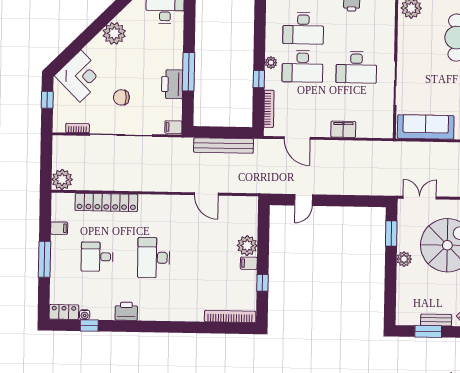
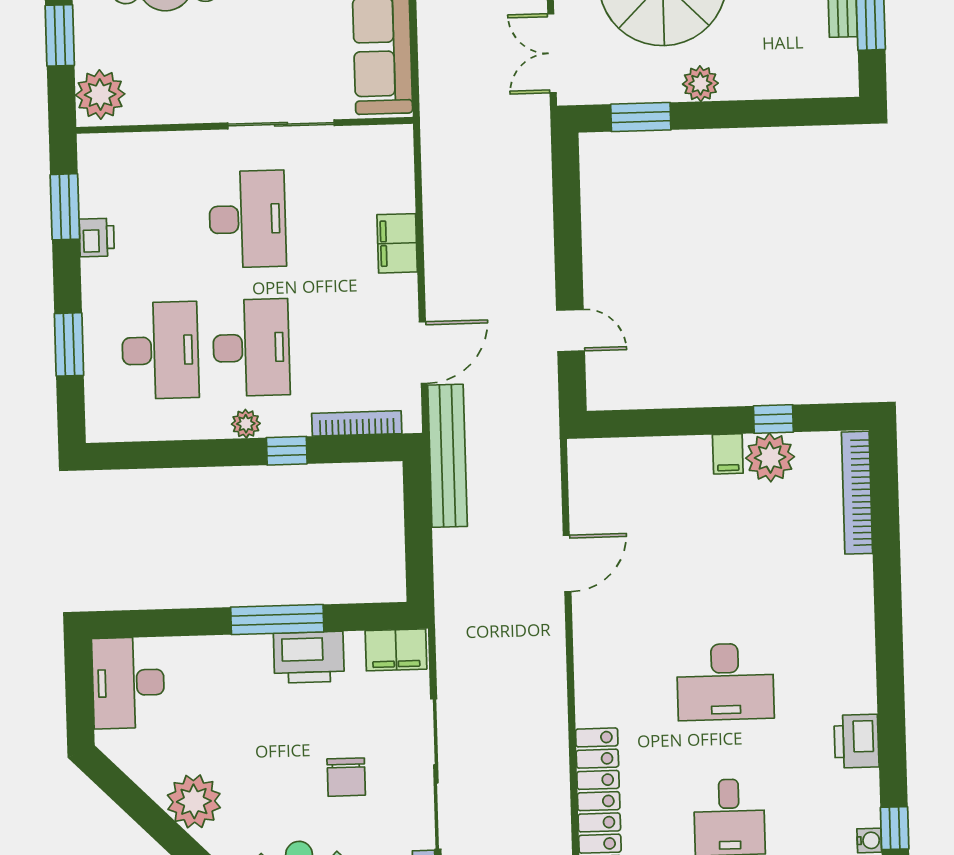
filing cabinet: (173, 127) -> (396, 650), width x2.00
bench: (224, 146) -> (448, 456), moved
plant: (247, 246) -> (770, 457), moved

